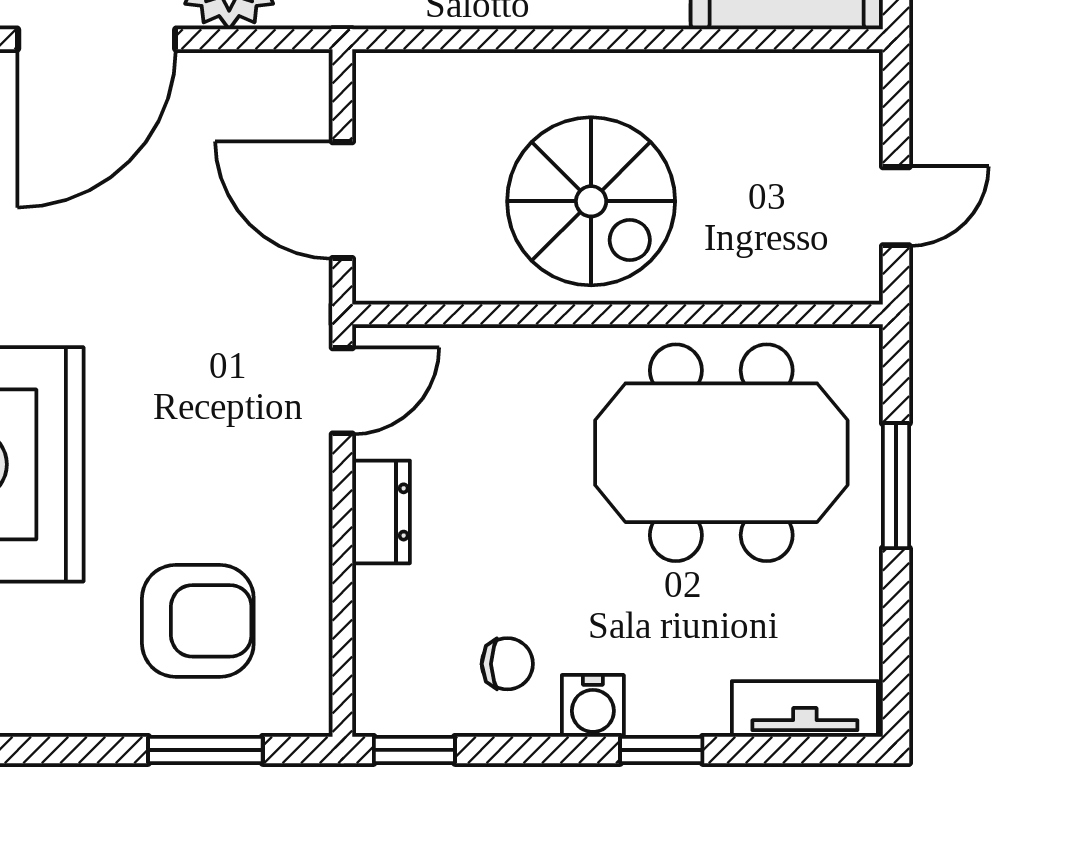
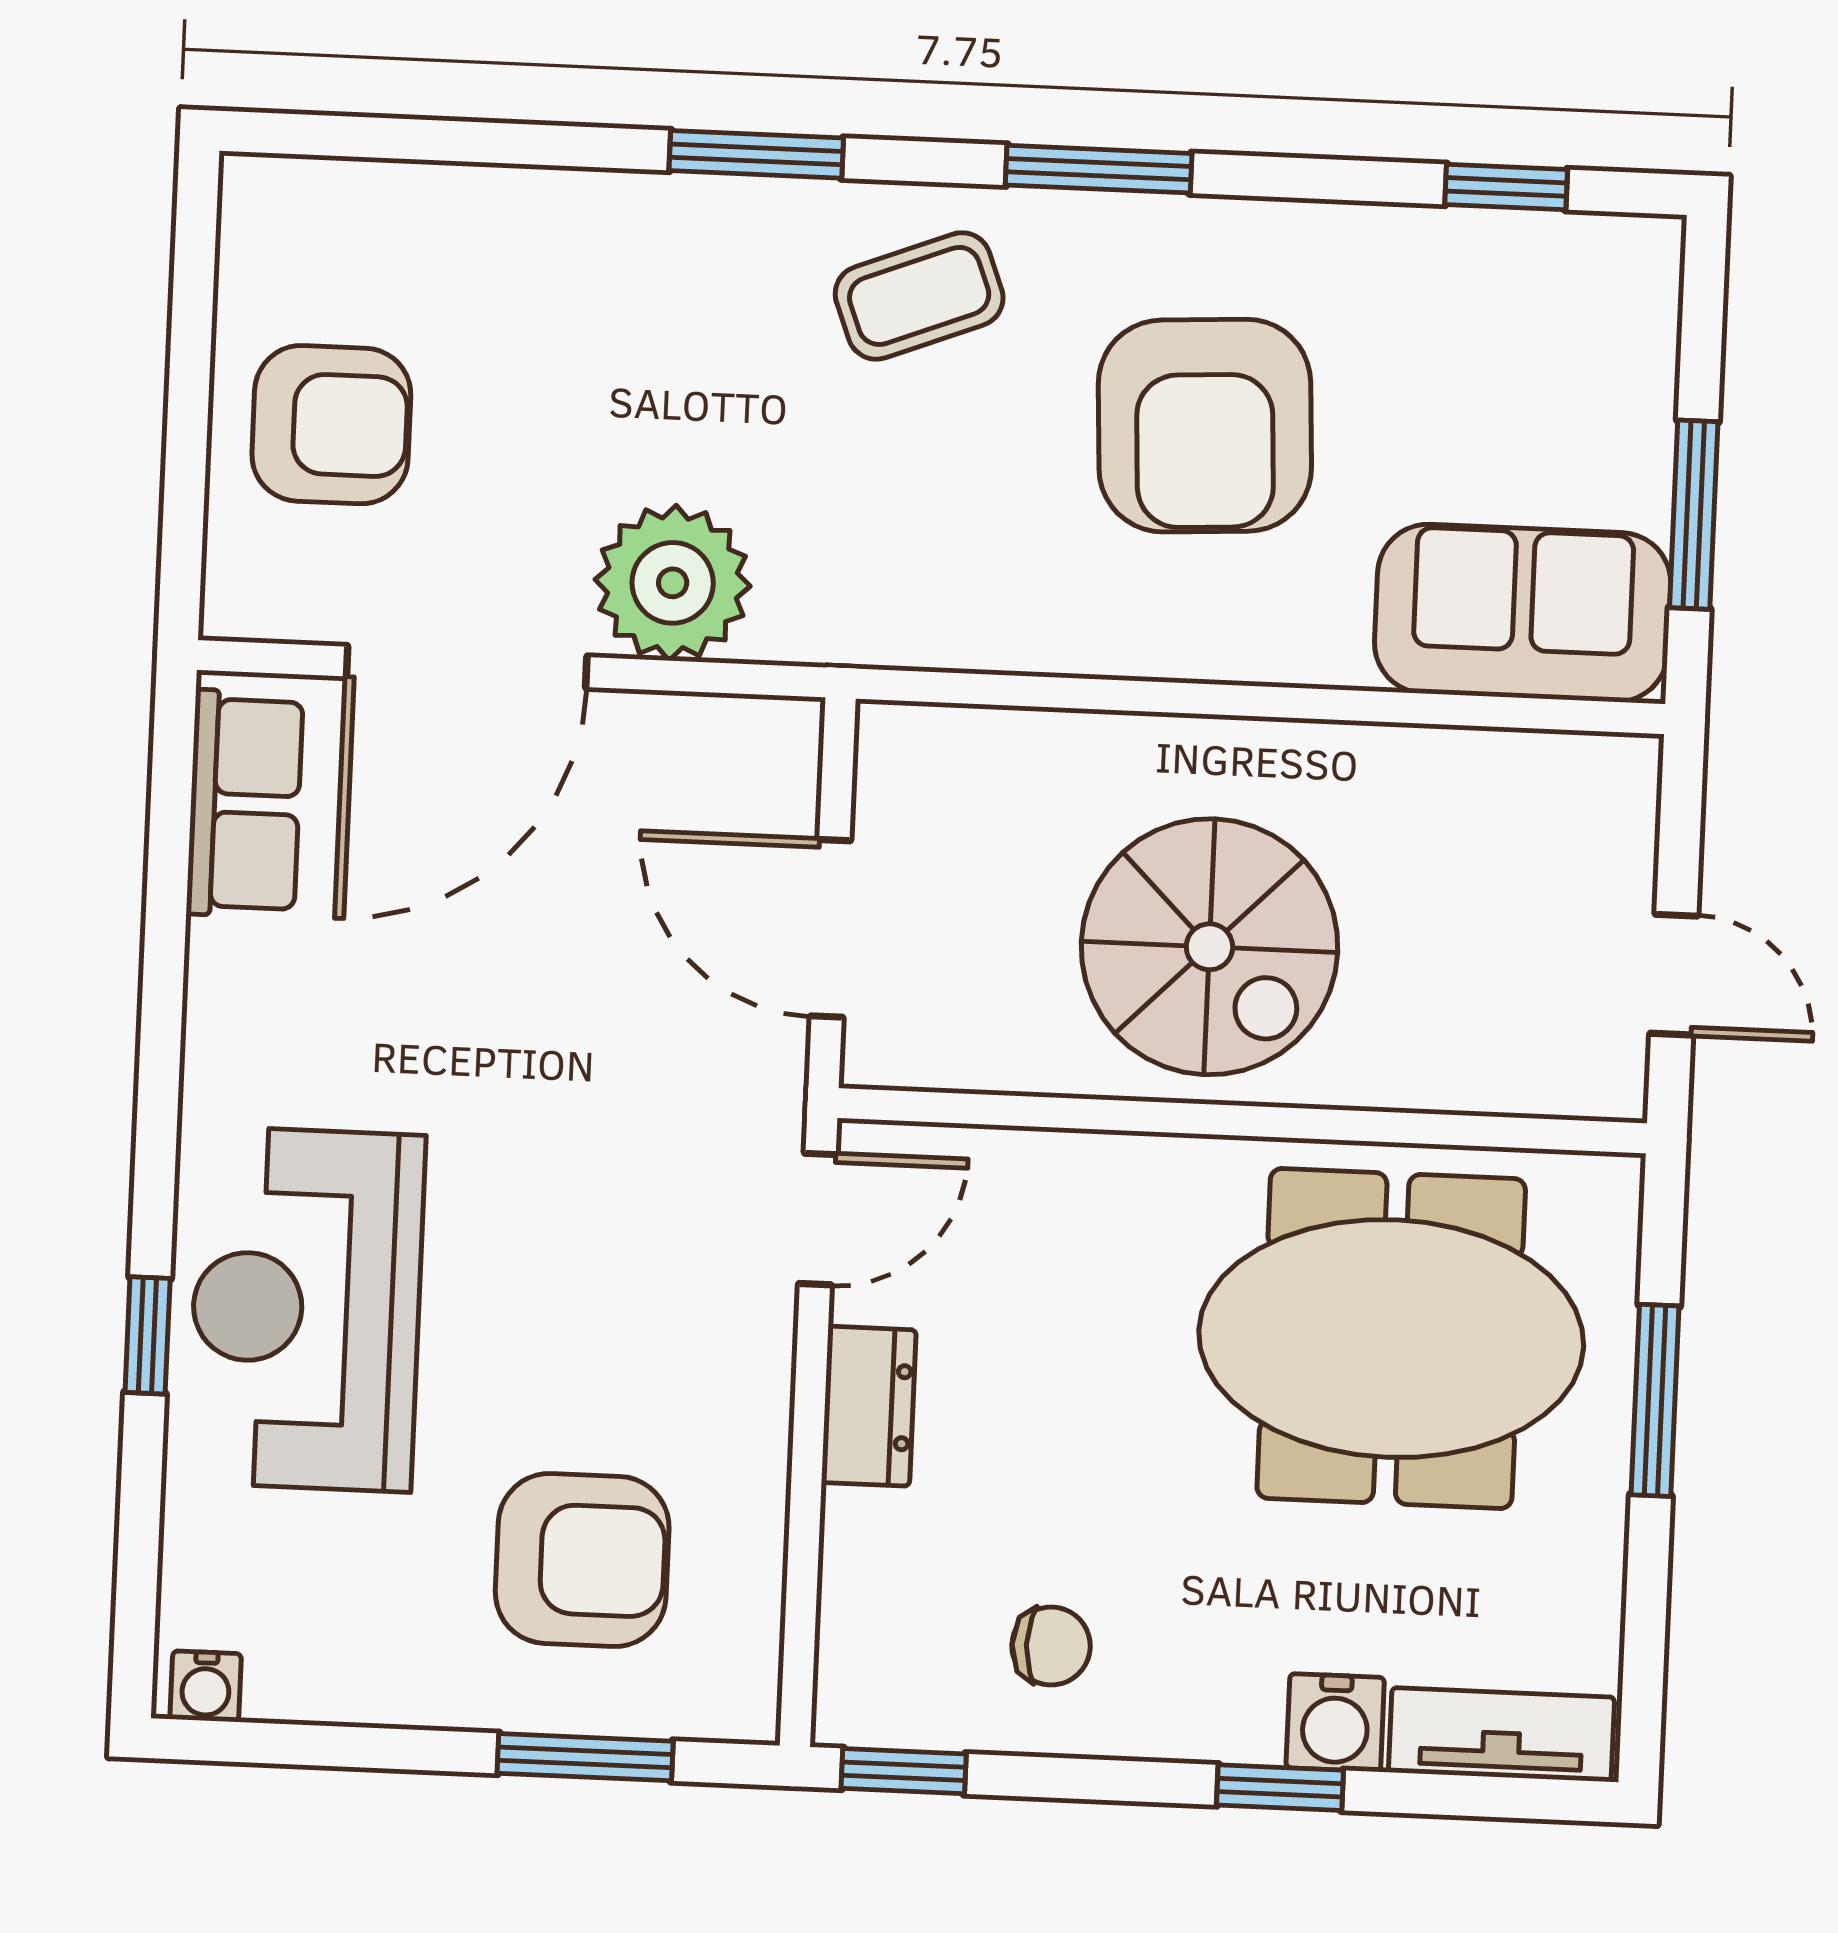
door: (896, 206) -> (1674, 975), hinge flipped
water cooler: (593, 706) -> (1335, 1723), moved

